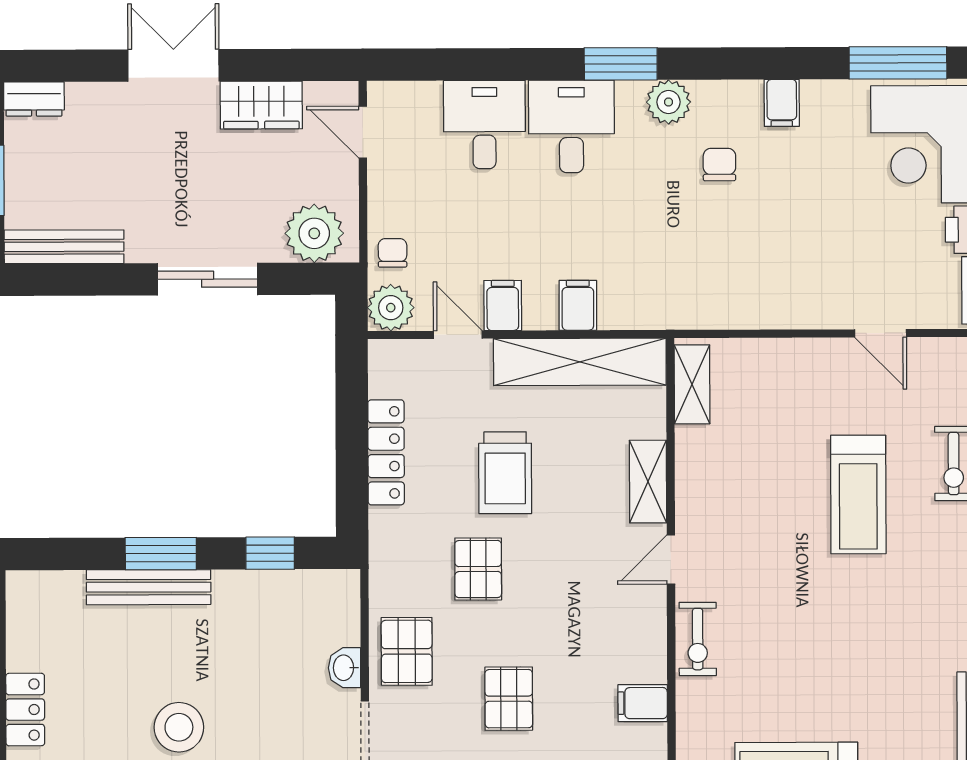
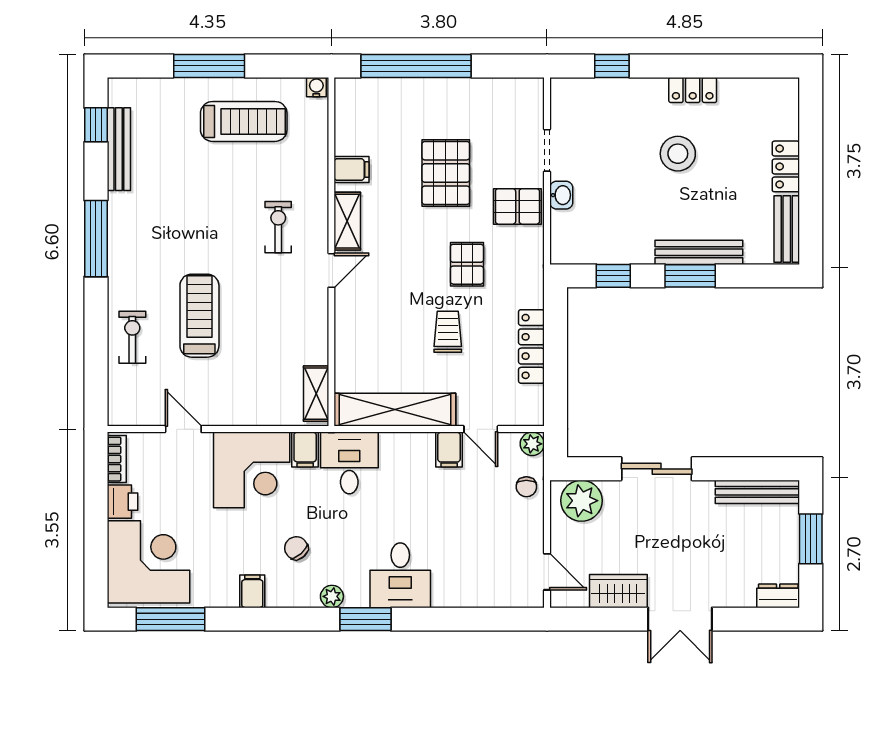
plant: (668, 102) -> (332, 596), width x0.73, depth x0.73
desk: (484, 125) -> (349, 463), moved, turned 180
chair: (719, 165) -> (296, 548), turned 139
corner desk: (783, 276) -> (252, 470), added
filing cabinet: (578, 305) -> (305, 449), moved
plant: (391, 308) -> (532, 444), width x0.73, depth x0.73
trolley: (505, 473) -> (448, 332), width x0.73, depth x0.72
shelving: (648, 482) -> (347, 221), moved
bench: (24, 621) -> (787, 229), added
exercise bike: (698, 639) -> (278, 227), moved
pallet: (407, 651) -> (517, 206), turned 90
pallet: (509, 699) -> (446, 173), width x1.50, depth x1.42

